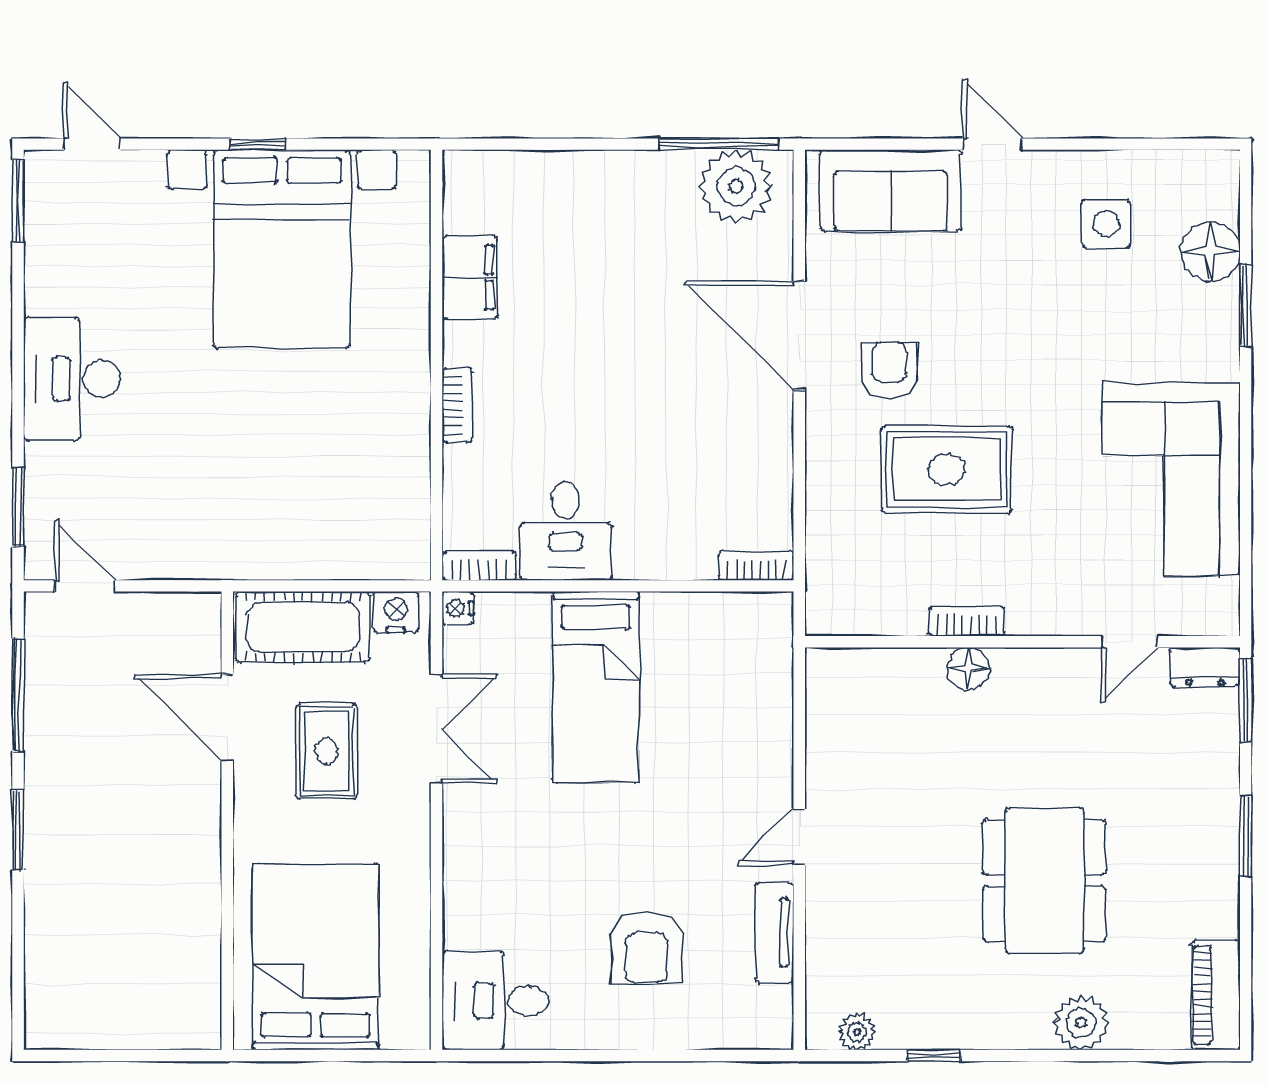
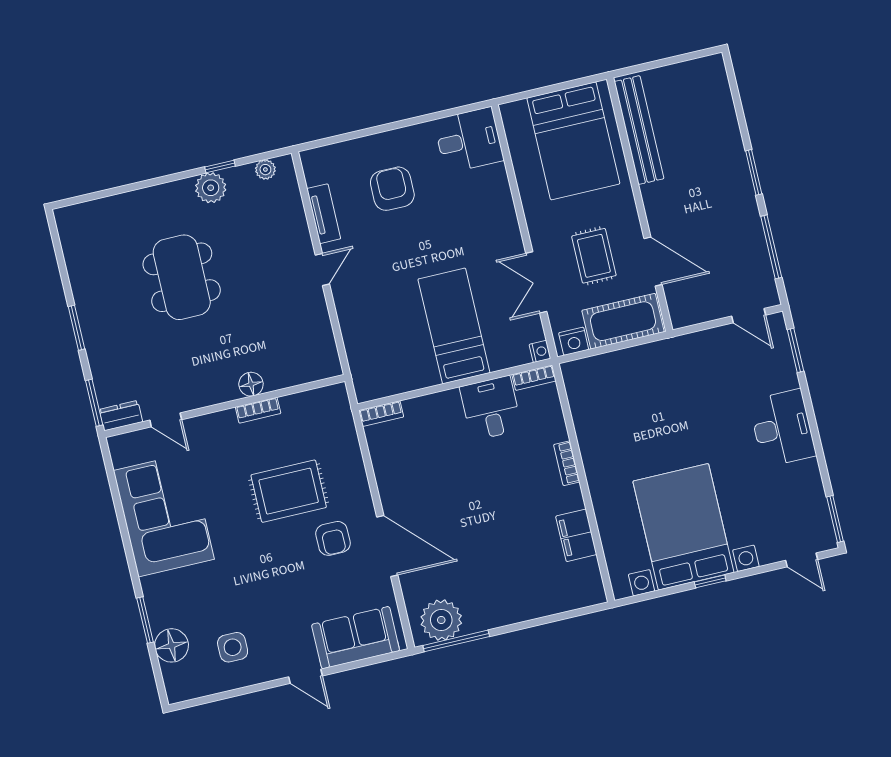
door: (1129, 642) -> (166, 420), swing flipped
bench: (198, 949) -> (639, 130), added
piano: (1215, 995) -> (73, 236), removed
plant: (1081, 1023) -> (211, 188), moved

